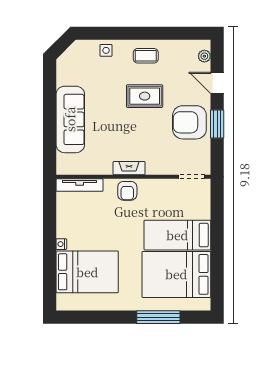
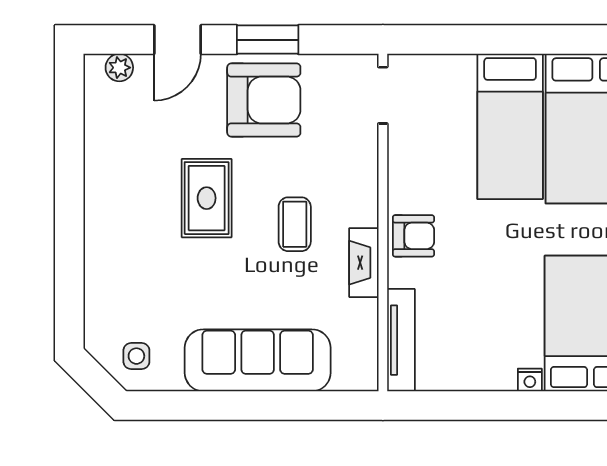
side table: (106, 50) -> (136, 356), moved
coffee table: (146, 56) -> (295, 224), moved
armchair: (189, 122) -> (264, 100), turned -90
fireplace: (129, 168) -> (364, 263), moved

